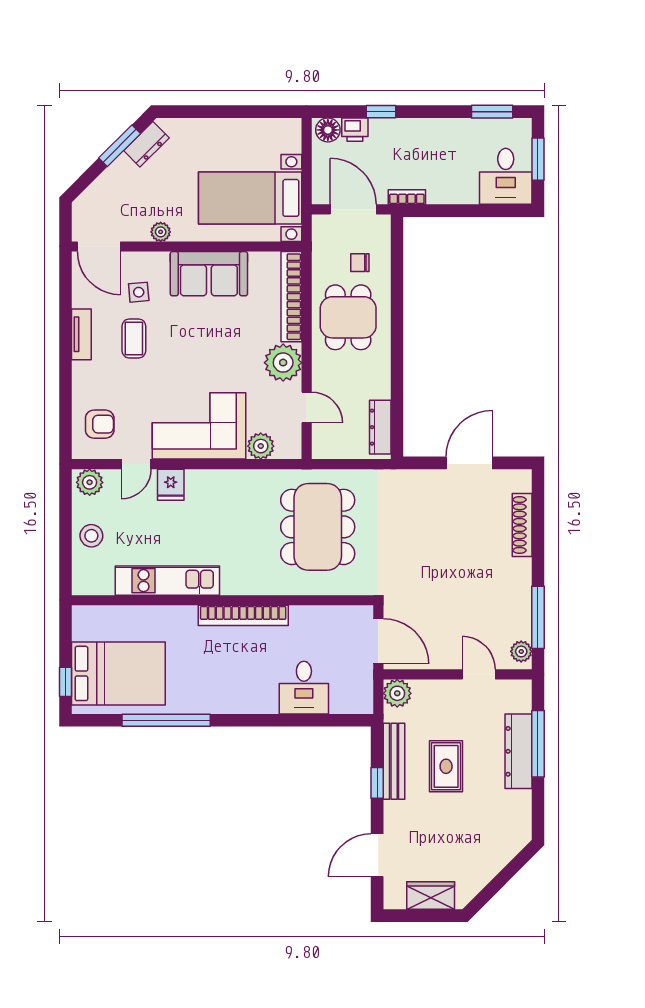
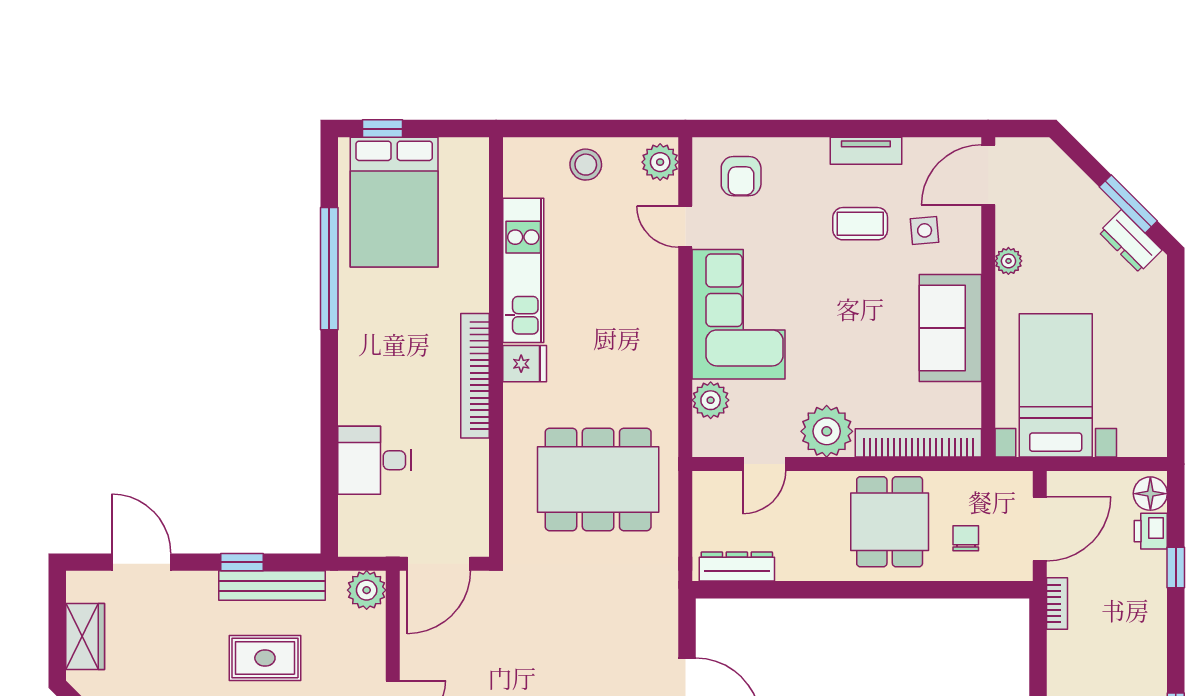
dining table: (348, 317) -> (890, 522), turned 90
fridge: (171, 485) -> (525, 364), moved, turned 180

